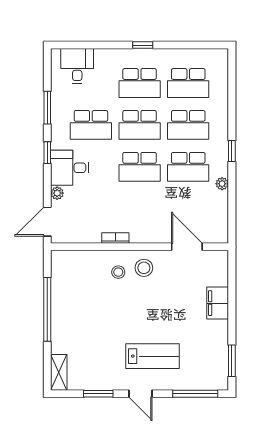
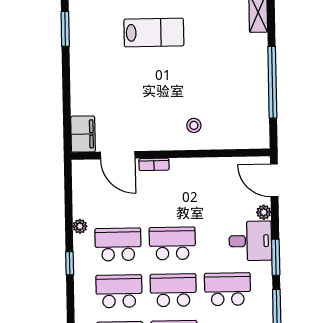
window: (47, 153) -> (276, 257), width x1.50
door: (47, 222) -> (274, 180), swing flipped
bookcase: (115, 238) -> (154, 164), moved
stool: (144, 268) -> (165, 131), removed
filing cabinet: (218, 303) -> (83, 134), moved
lab bench: (153, 356) -> (154, 32), turned 180

